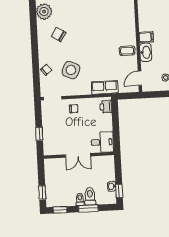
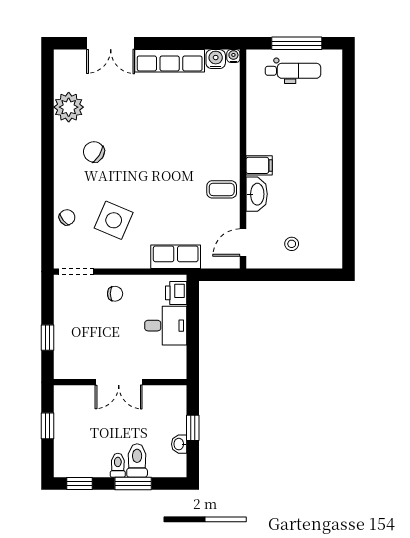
desk: (102, 142) -> (166, 326), moved
window: (119, 191) -> (193, 428), moved
window: (42, 193) -> (47, 426), moved

